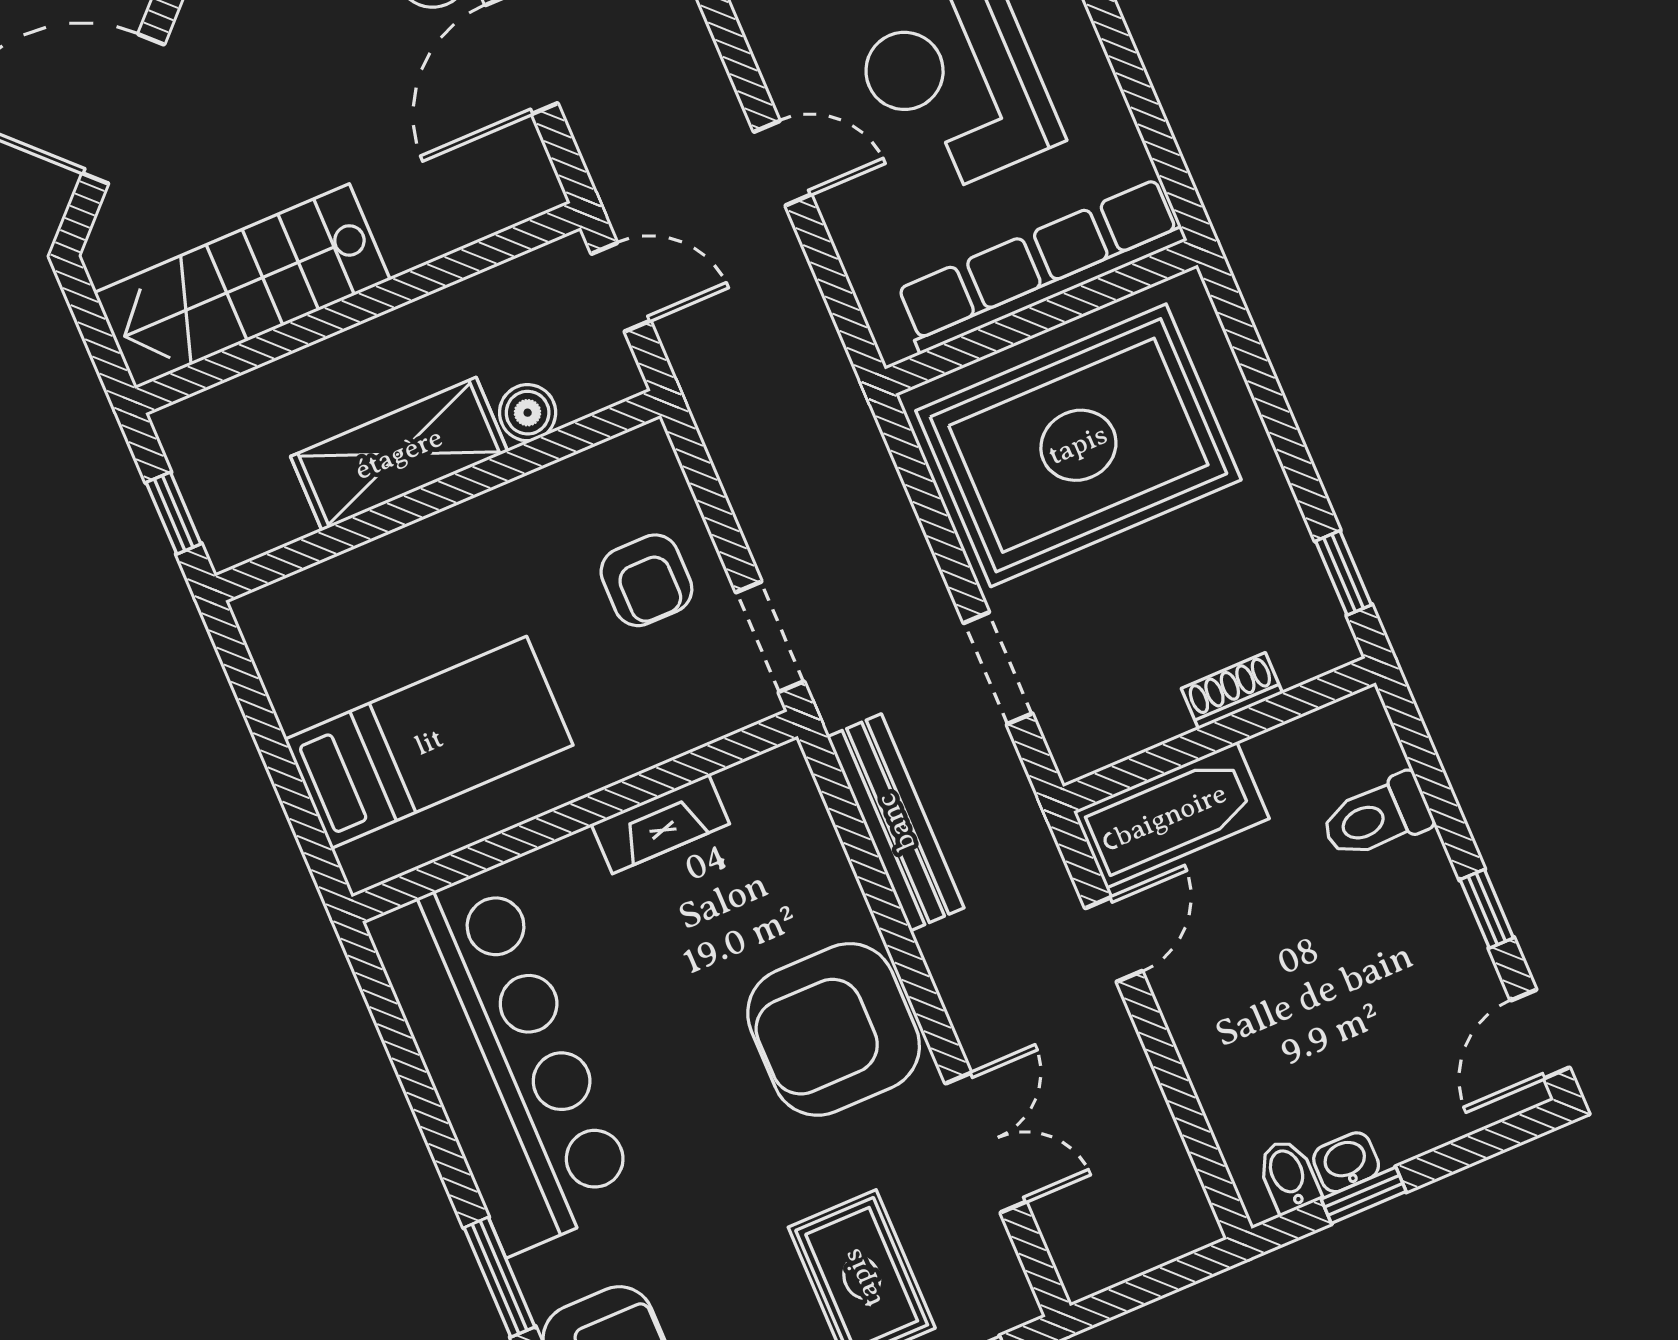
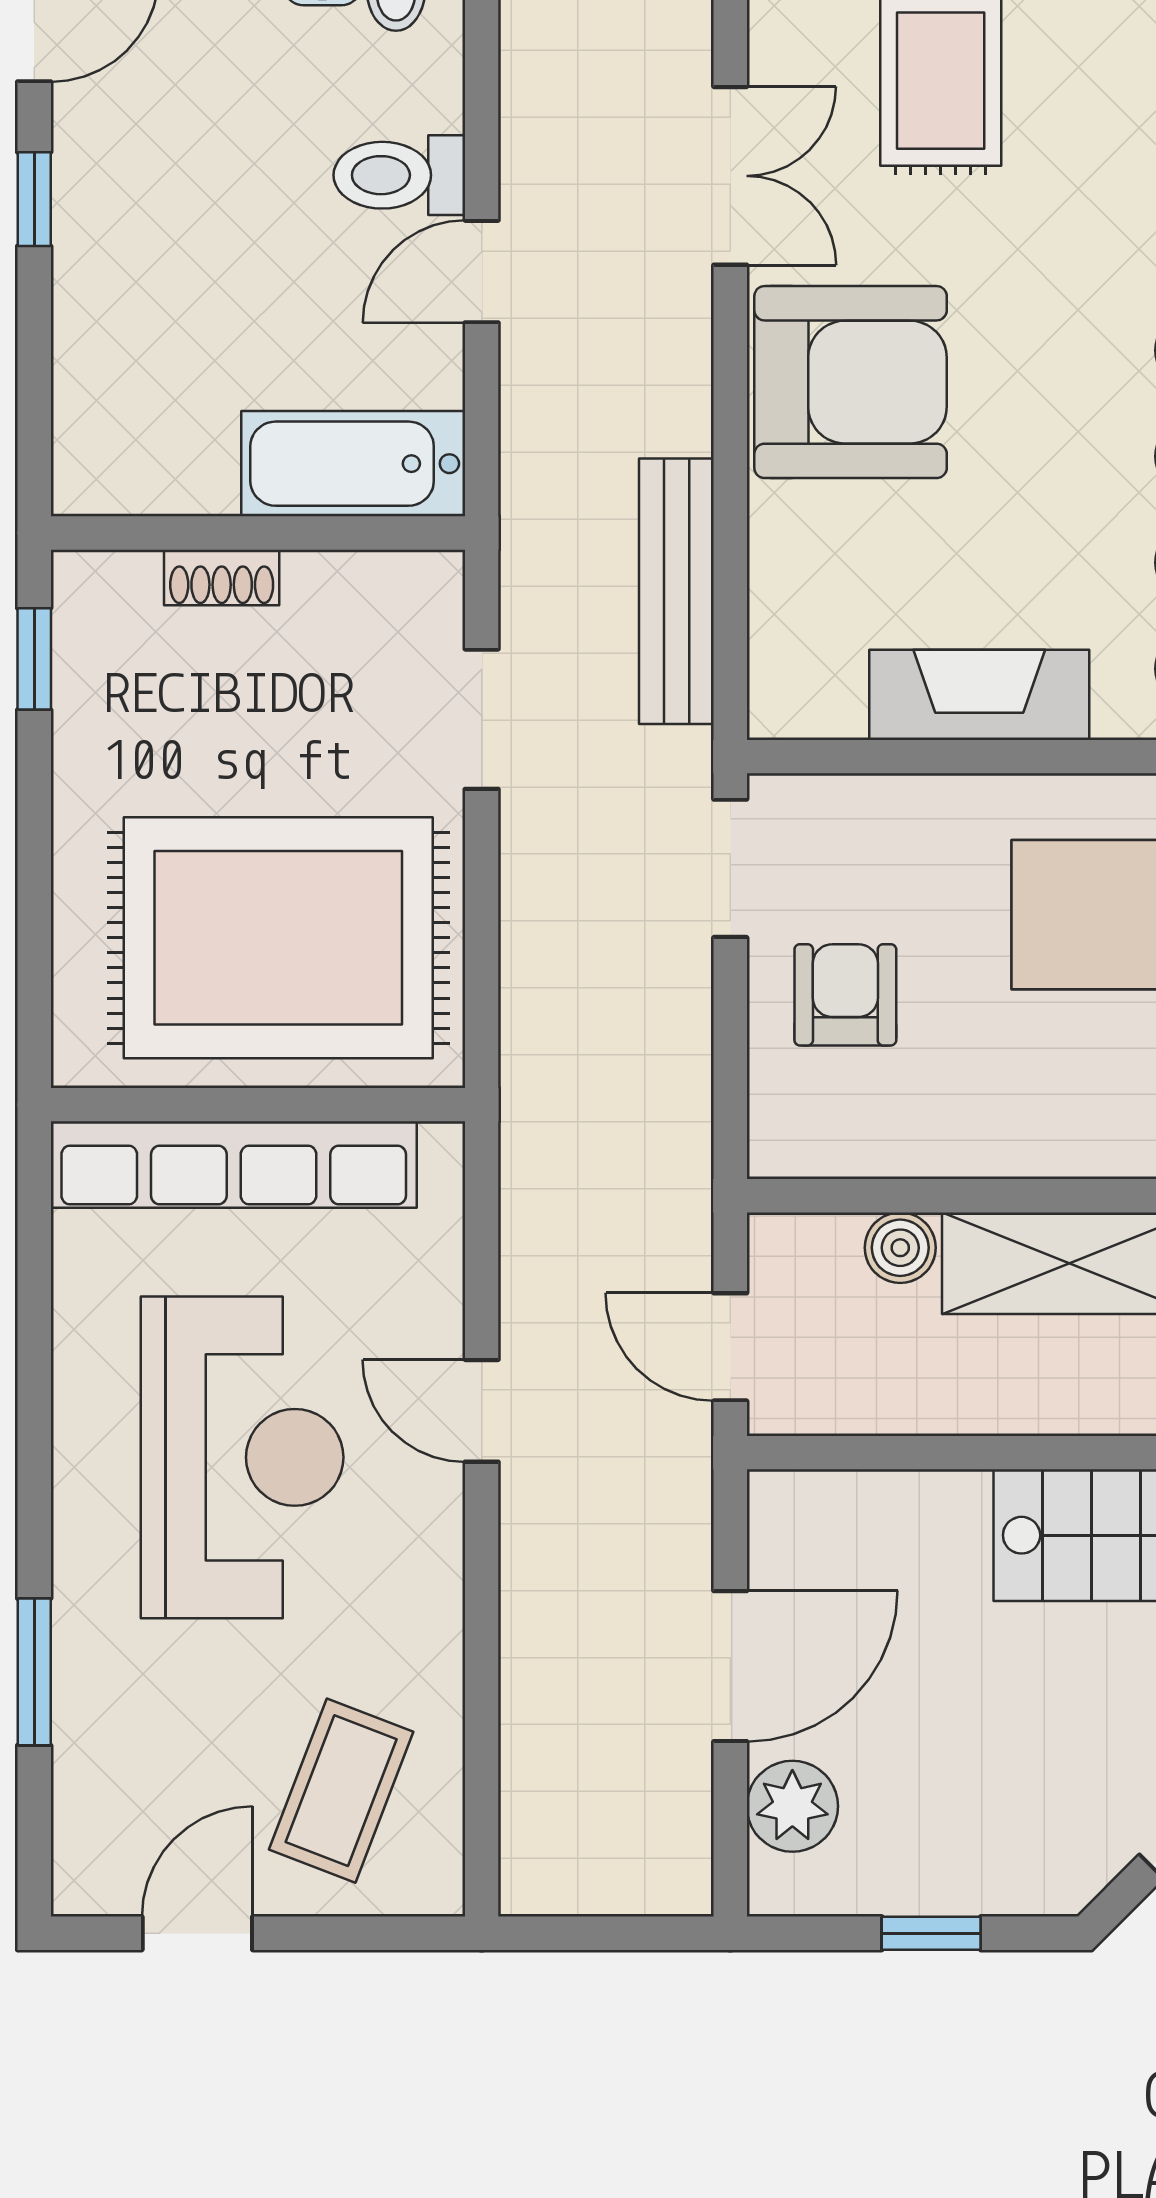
toilet: (1377, 817) -> (399, 175), moved, turned 180
fireplace: (660, 824) -> (979, 695), width x1.37, depth x1.32
door: (1114, 940) -> (482, 272), moved
double door: (986, 1143) -> (730, 176), swing flipped

